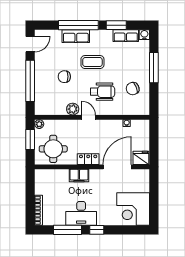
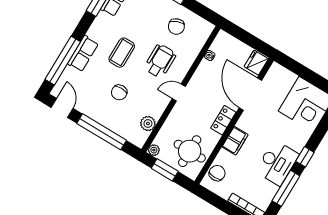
window: (78, 25) -> (63, 61), moved
plant: (73, 109) -> (148, 124), moved
chair: (50, 177) -> (217, 173), added

